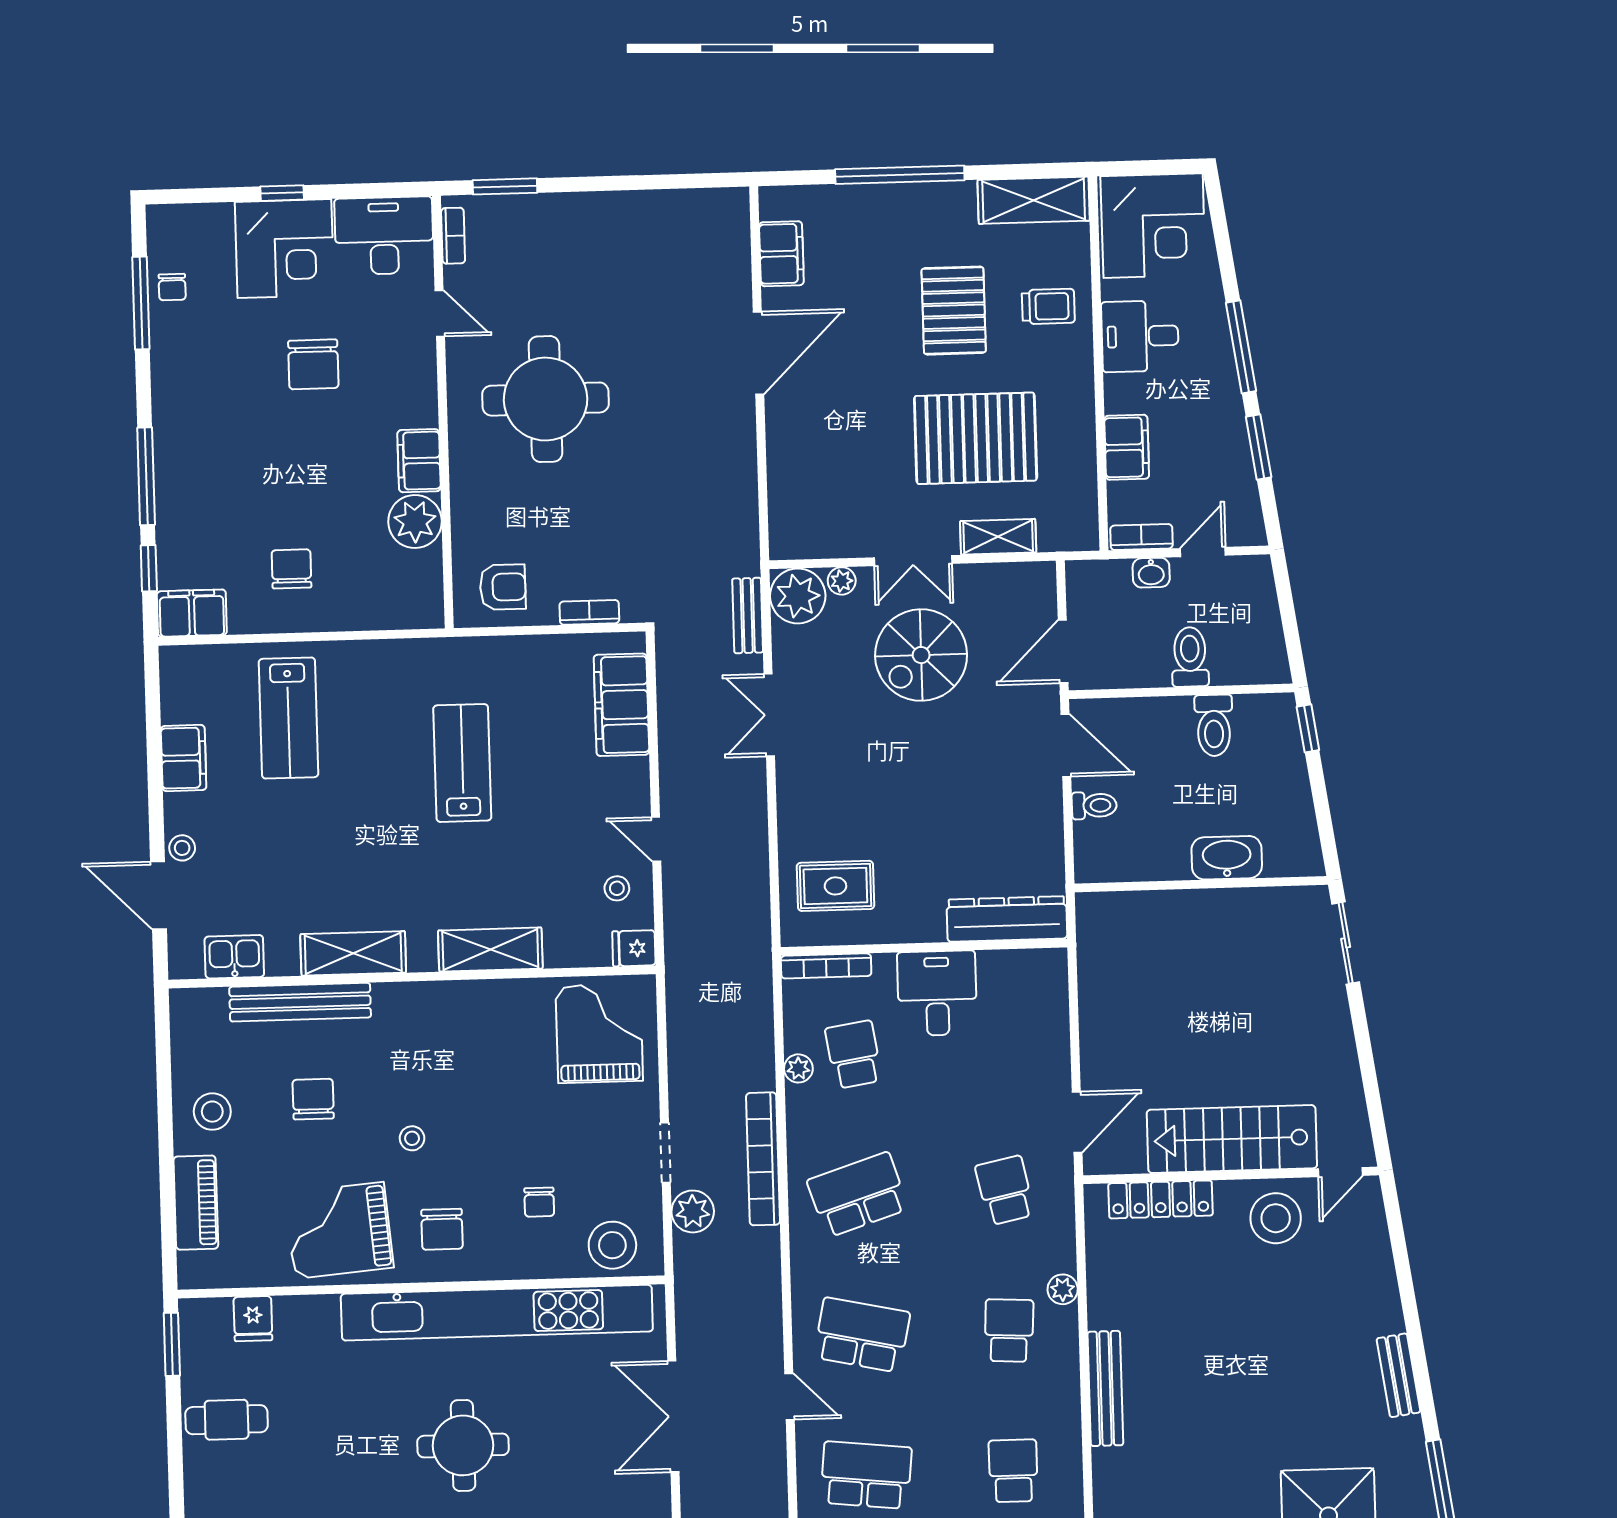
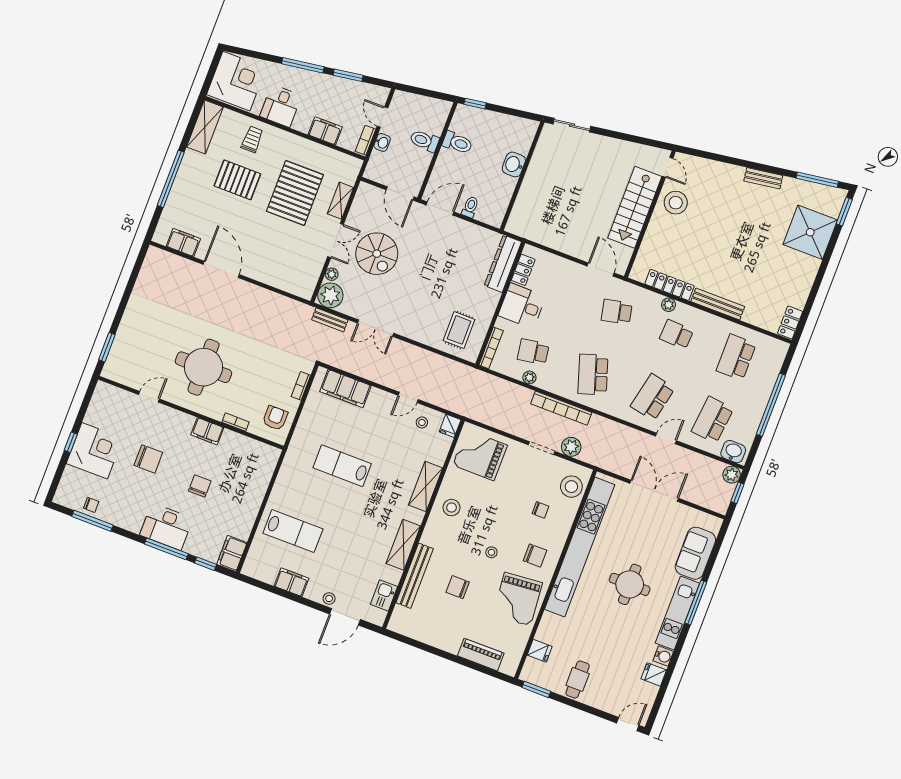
desk: (384, 236) -> (166, 527), moved, turned -90
bookcase: (453, 236) -> (236, 422), moved
plant: (415, 522) -> (232, 444), removed
chair: (291, 569) -> (200, 486), moved, turned 90
washbasin: (1227, 858) -> (514, 164), width x0.72
locker: (1011, 966) -> (523, 270), added
stool: (212, 1112) -> (451, 508), moved
locker: (1161, 1199) -> (670, 285), moved, turned -90
double door: (673, 1416) -> (654, 491), swing flipped
school desk: (1013, 1471) -> (736, 357), width x1.85

